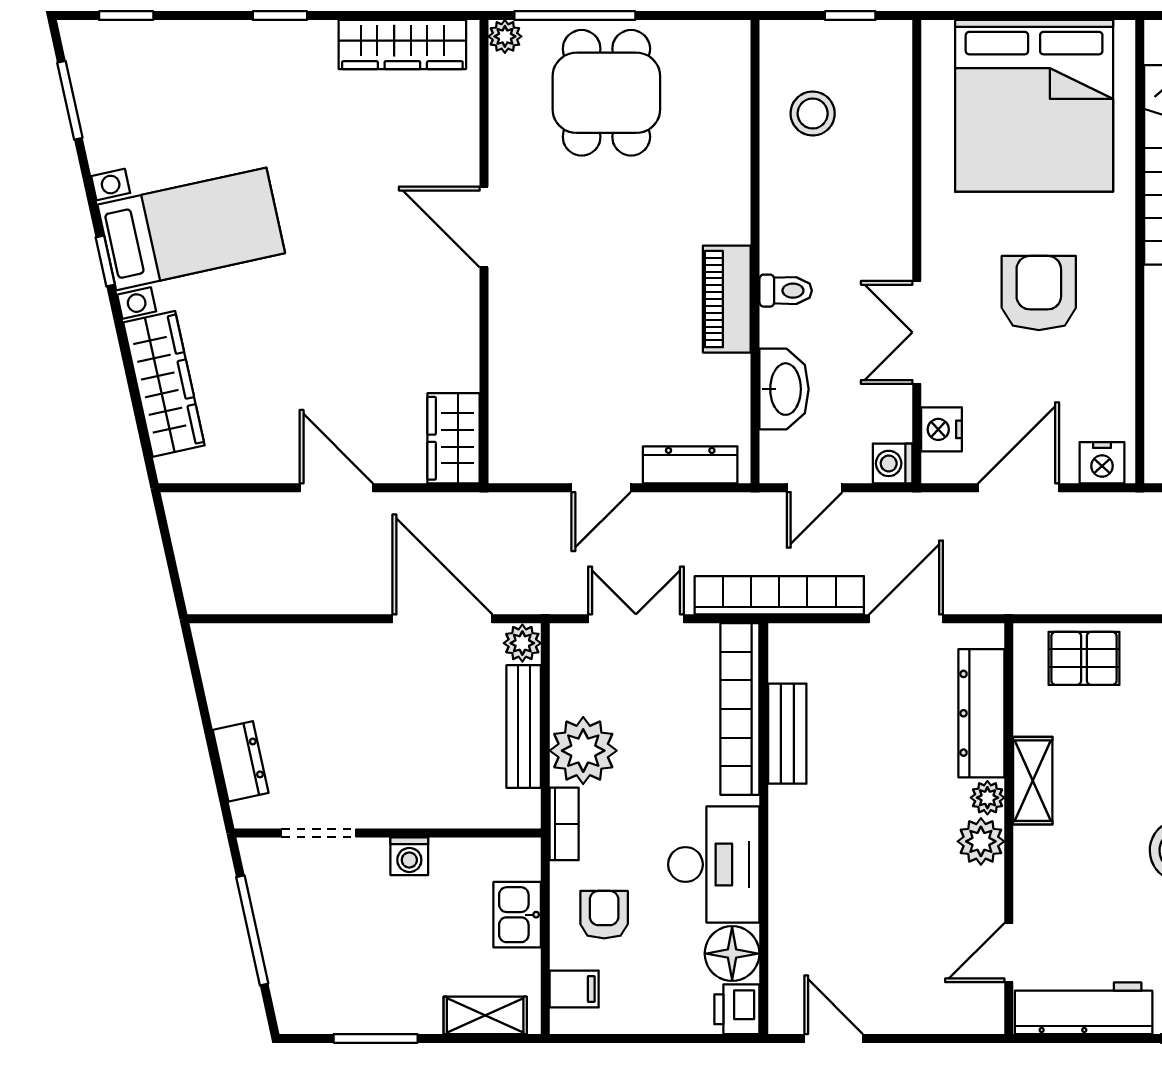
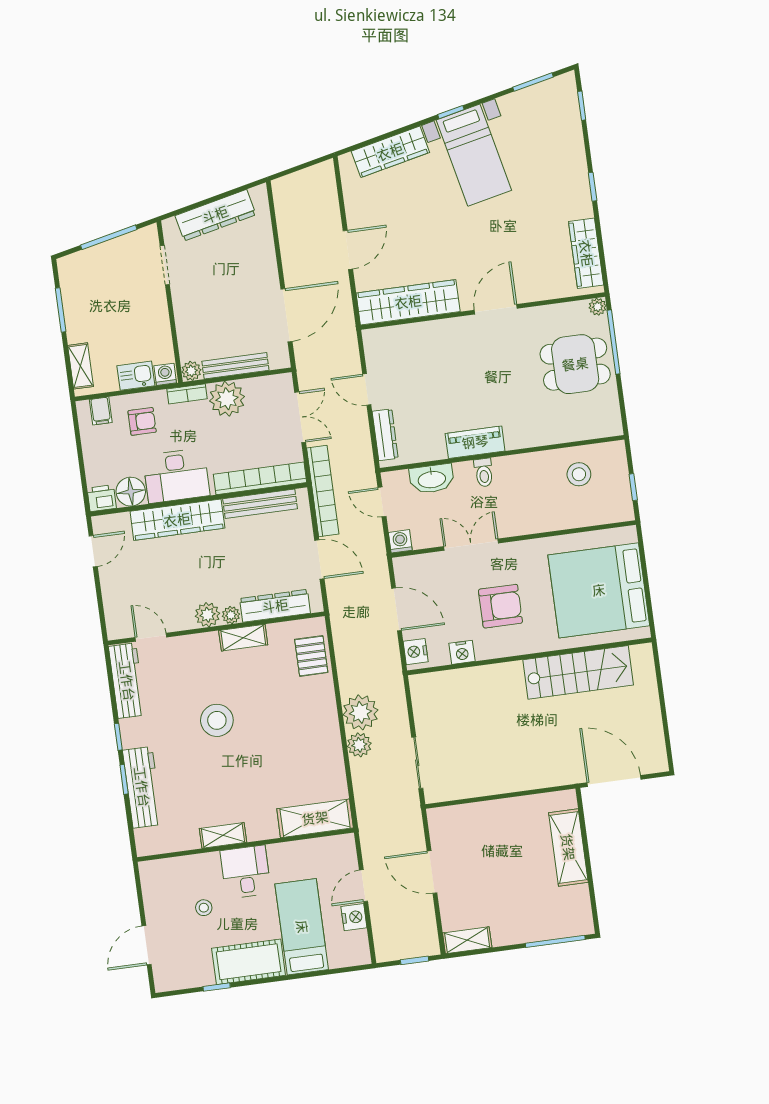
nightstand: (941, 429) -> (462, 652), moved, turned 180
wardrobe: (454, 438) -> (408, 302), width x2.10, depth x1.17
plant: (522, 643) -> (191, 371), moved
bench: (787, 734) -> (260, 504), width x1.36
dresser: (241, 761) -> (215, 215), width x1.96, depth x1.24
washing machine: (409, 856) -> (165, 374), moved, turned 90
wardrobe: (796, 873) -> (177, 520), added

